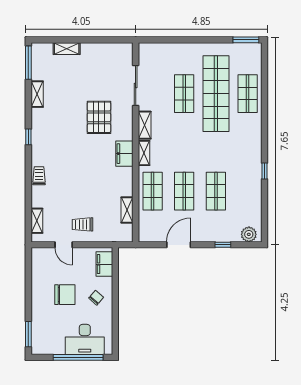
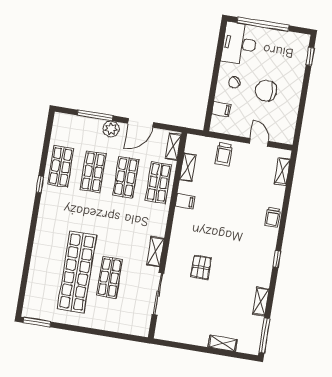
shop shelf: (248, 94) -> (61, 166), moved
pallet: (99, 117) -> (201, 267), width x0.67, depth x0.71
shelving: (144, 153) -> (173, 147), moved
filing cabinet: (124, 154) -> (185, 201), moved, width x0.50
trolley: (83, 224) -> (224, 154), moved, turned 90
plant: (249, 234) -> (111, 129), moved
window: (223, 245) -> (95, 115), width x2.17
filing cabinet: (104, 264) -> (221, 109), width x0.50
window: (28, 334) -> (310, 56), width x0.67
desk: (85, 339) -> (239, 44), moved, turned -90

